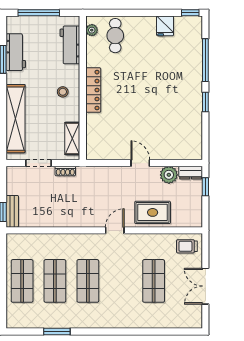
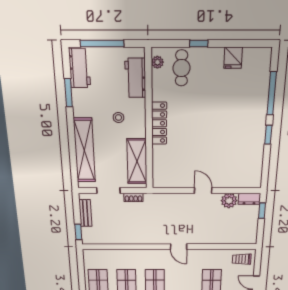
window: (190, 13) -> (199, 43), moved
workbench: (16, 52) -> (80, 68), moved
stool: (63, 92) -> (118, 118), moved
shelving: (72, 139) -> (137, 161), width x1.50, depth x1.33
bench: (12, 211) -> (85, 213), moved
rug: (153, 212) -> (213, 232), removed
door: (115, 230) -> (179, 247), swing flipped

